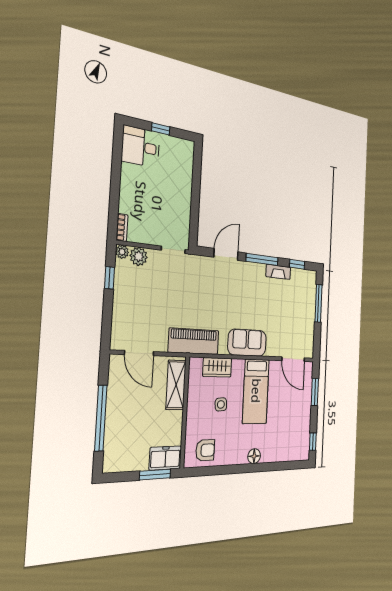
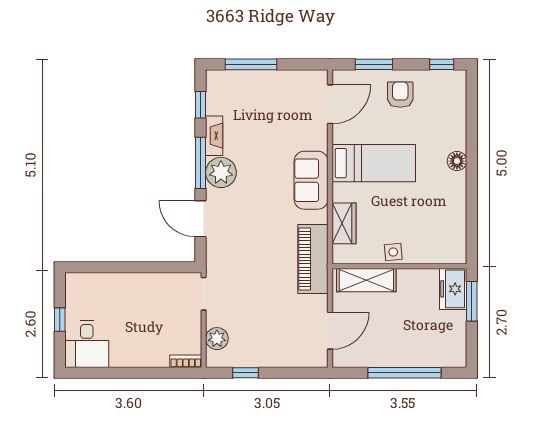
plant: (122, 252) -> (221, 172), moved, width x1.87, depth x1.87
side table: (221, 404) -> (393, 252), moved
armchair: (205, 450) -> (400, 95), moved

